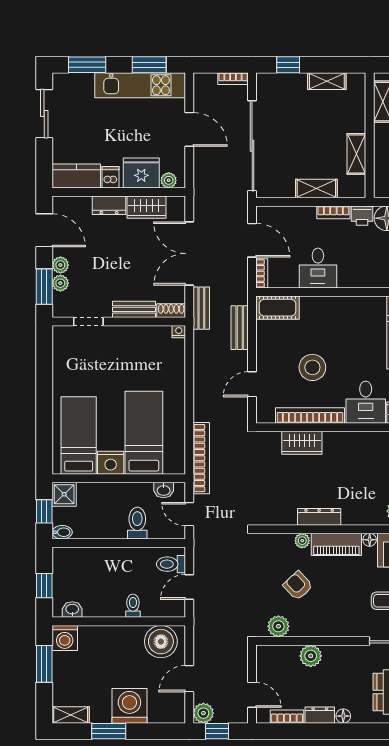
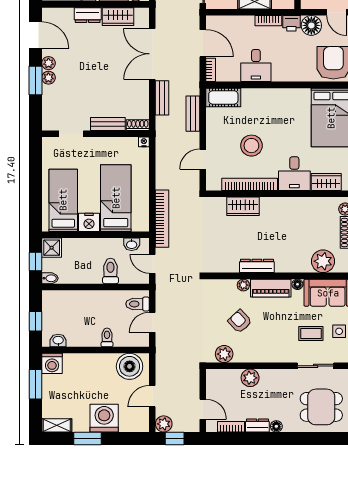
bench: (134, 309) -> (108, 124), moved
shoe rack: (171, 311) -> (138, 125), moved
doorway: (88, 321) -> (71, 134), moved
wall: (119, 321) -> (96, 134), moved
nightstand: (179, 332) -> (144, 142), moved

